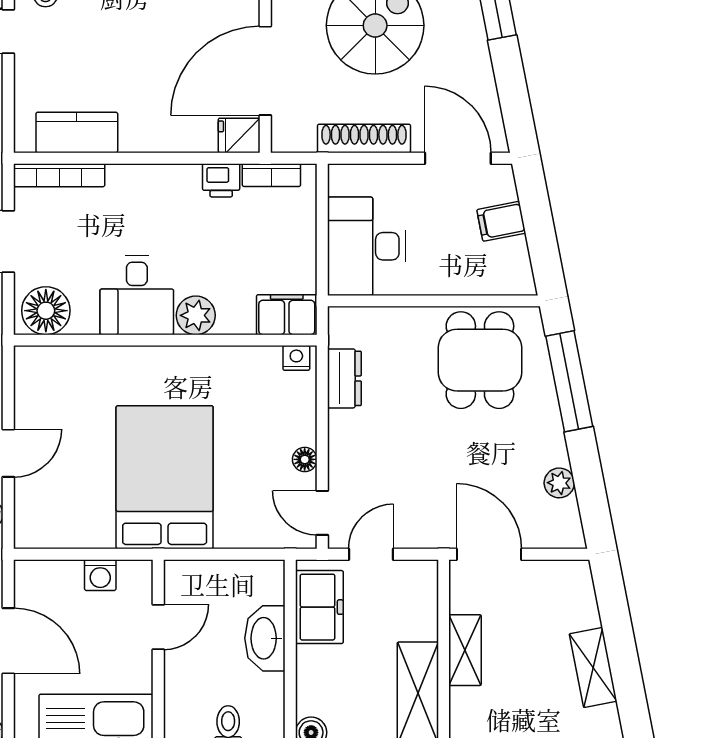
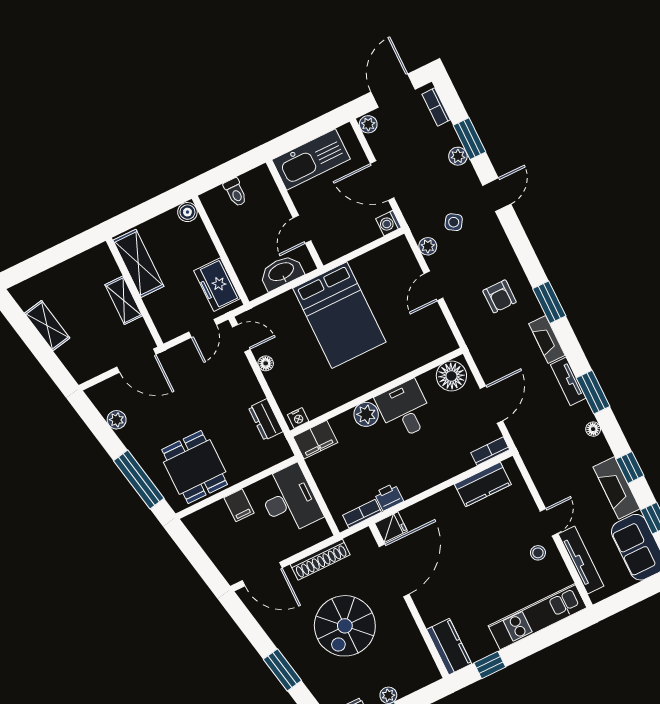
bookcase: (59, 175) -> (490, 451), width x0.64
filing cabinet: (501, 221) -> (239, 505), moved, turned 101
washing machine: (100, 575) -> (388, 223), moved, turned -90
washbasin: (265, 638) -> (281, 272), moved, turned -90

